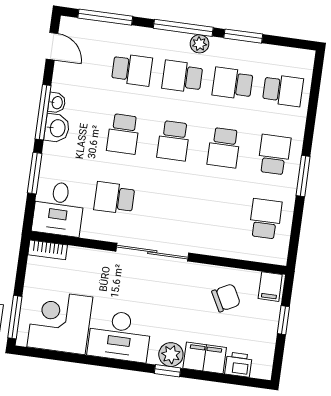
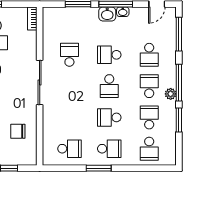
school desk: (173, 141) -> (109, 86), turned -90
desk: (59, 209) -> (58, 22), removed
filing cabinet: (270, 287) -> (28, 157), removed
chair: (226, 298) -> (18, 131), turned 118

